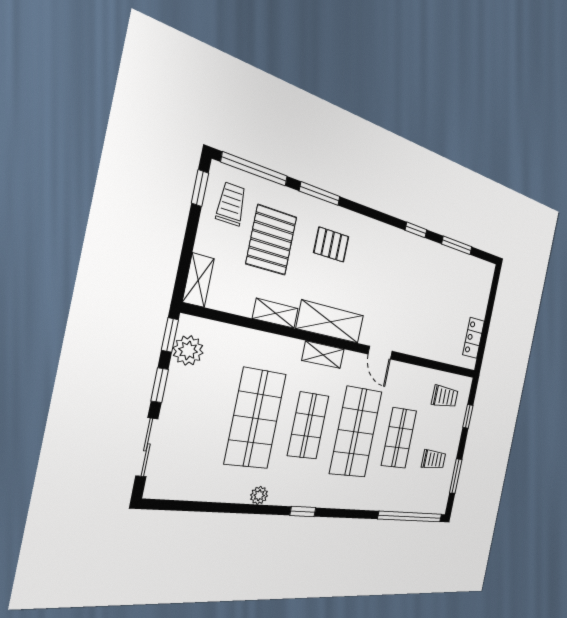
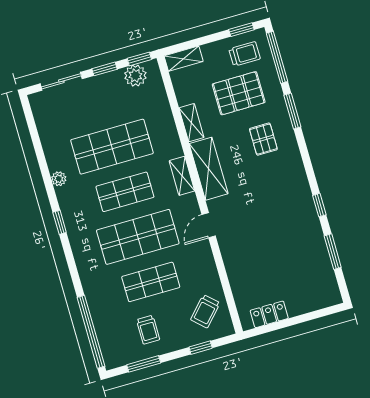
trolley: (445, 397) -> (205, 311), turned 43

